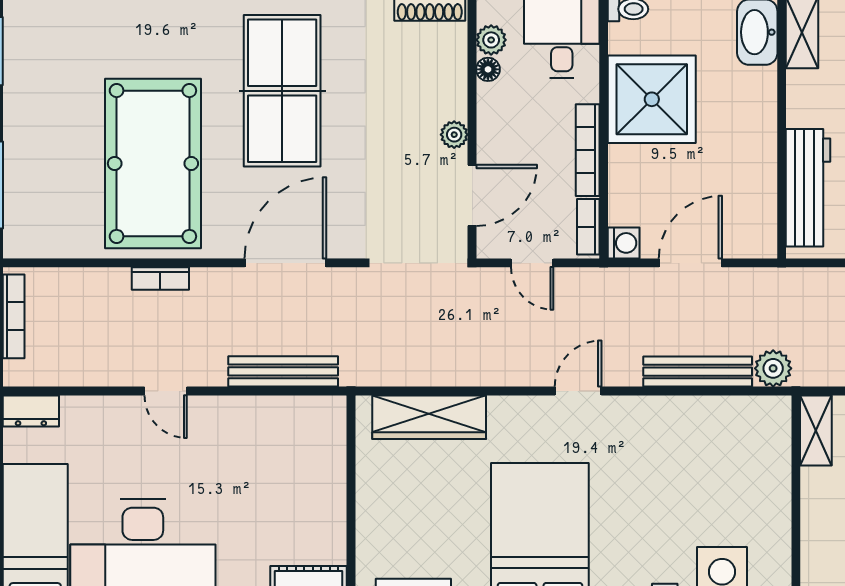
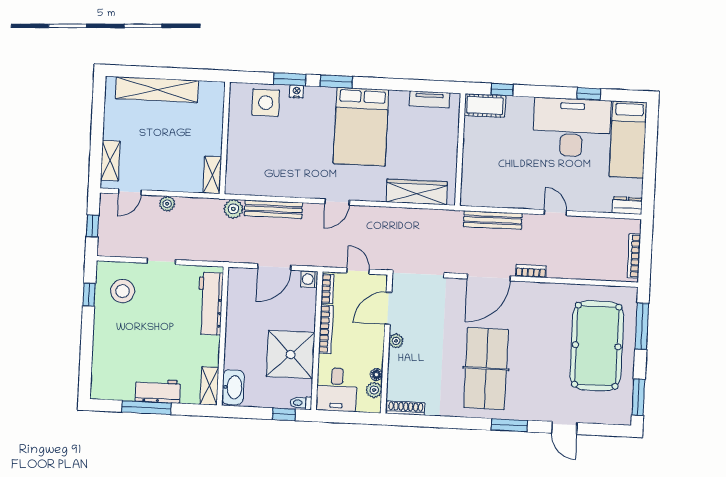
pool table: (153, 163) -> (597, 346), moved
bookcase: (160, 279) -> (531, 271), moved

